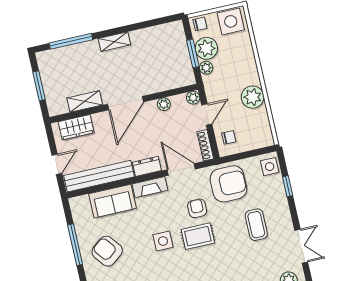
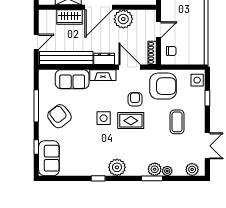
plant: (253, 97) -> (196, 25), removed
plant: (193, 98) -> (151, 15), removed
plant: (164, 104) -> (123, 19), width x1.88, depth x1.88
wardrobe: (76, 127) -> (69, 17), moved

